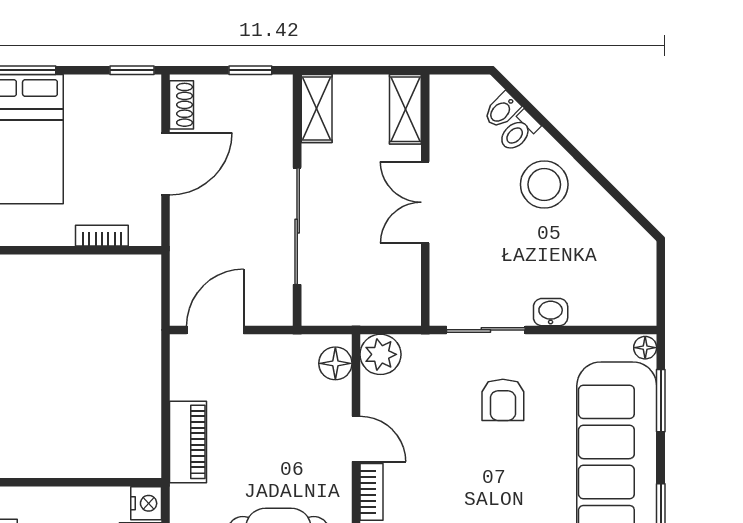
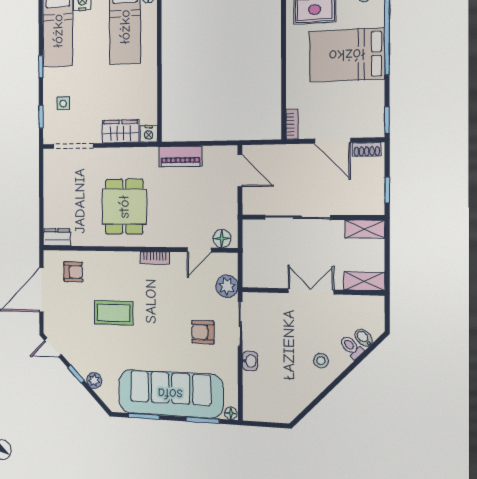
stool: (544, 184) -> (321, 361), width x0.53, depth x0.53
bookcase: (102, 236) -> (292, 124), moved
plant: (380, 354) -> (227, 286), moved
door: (356, 439) -> (199, 250), moved

